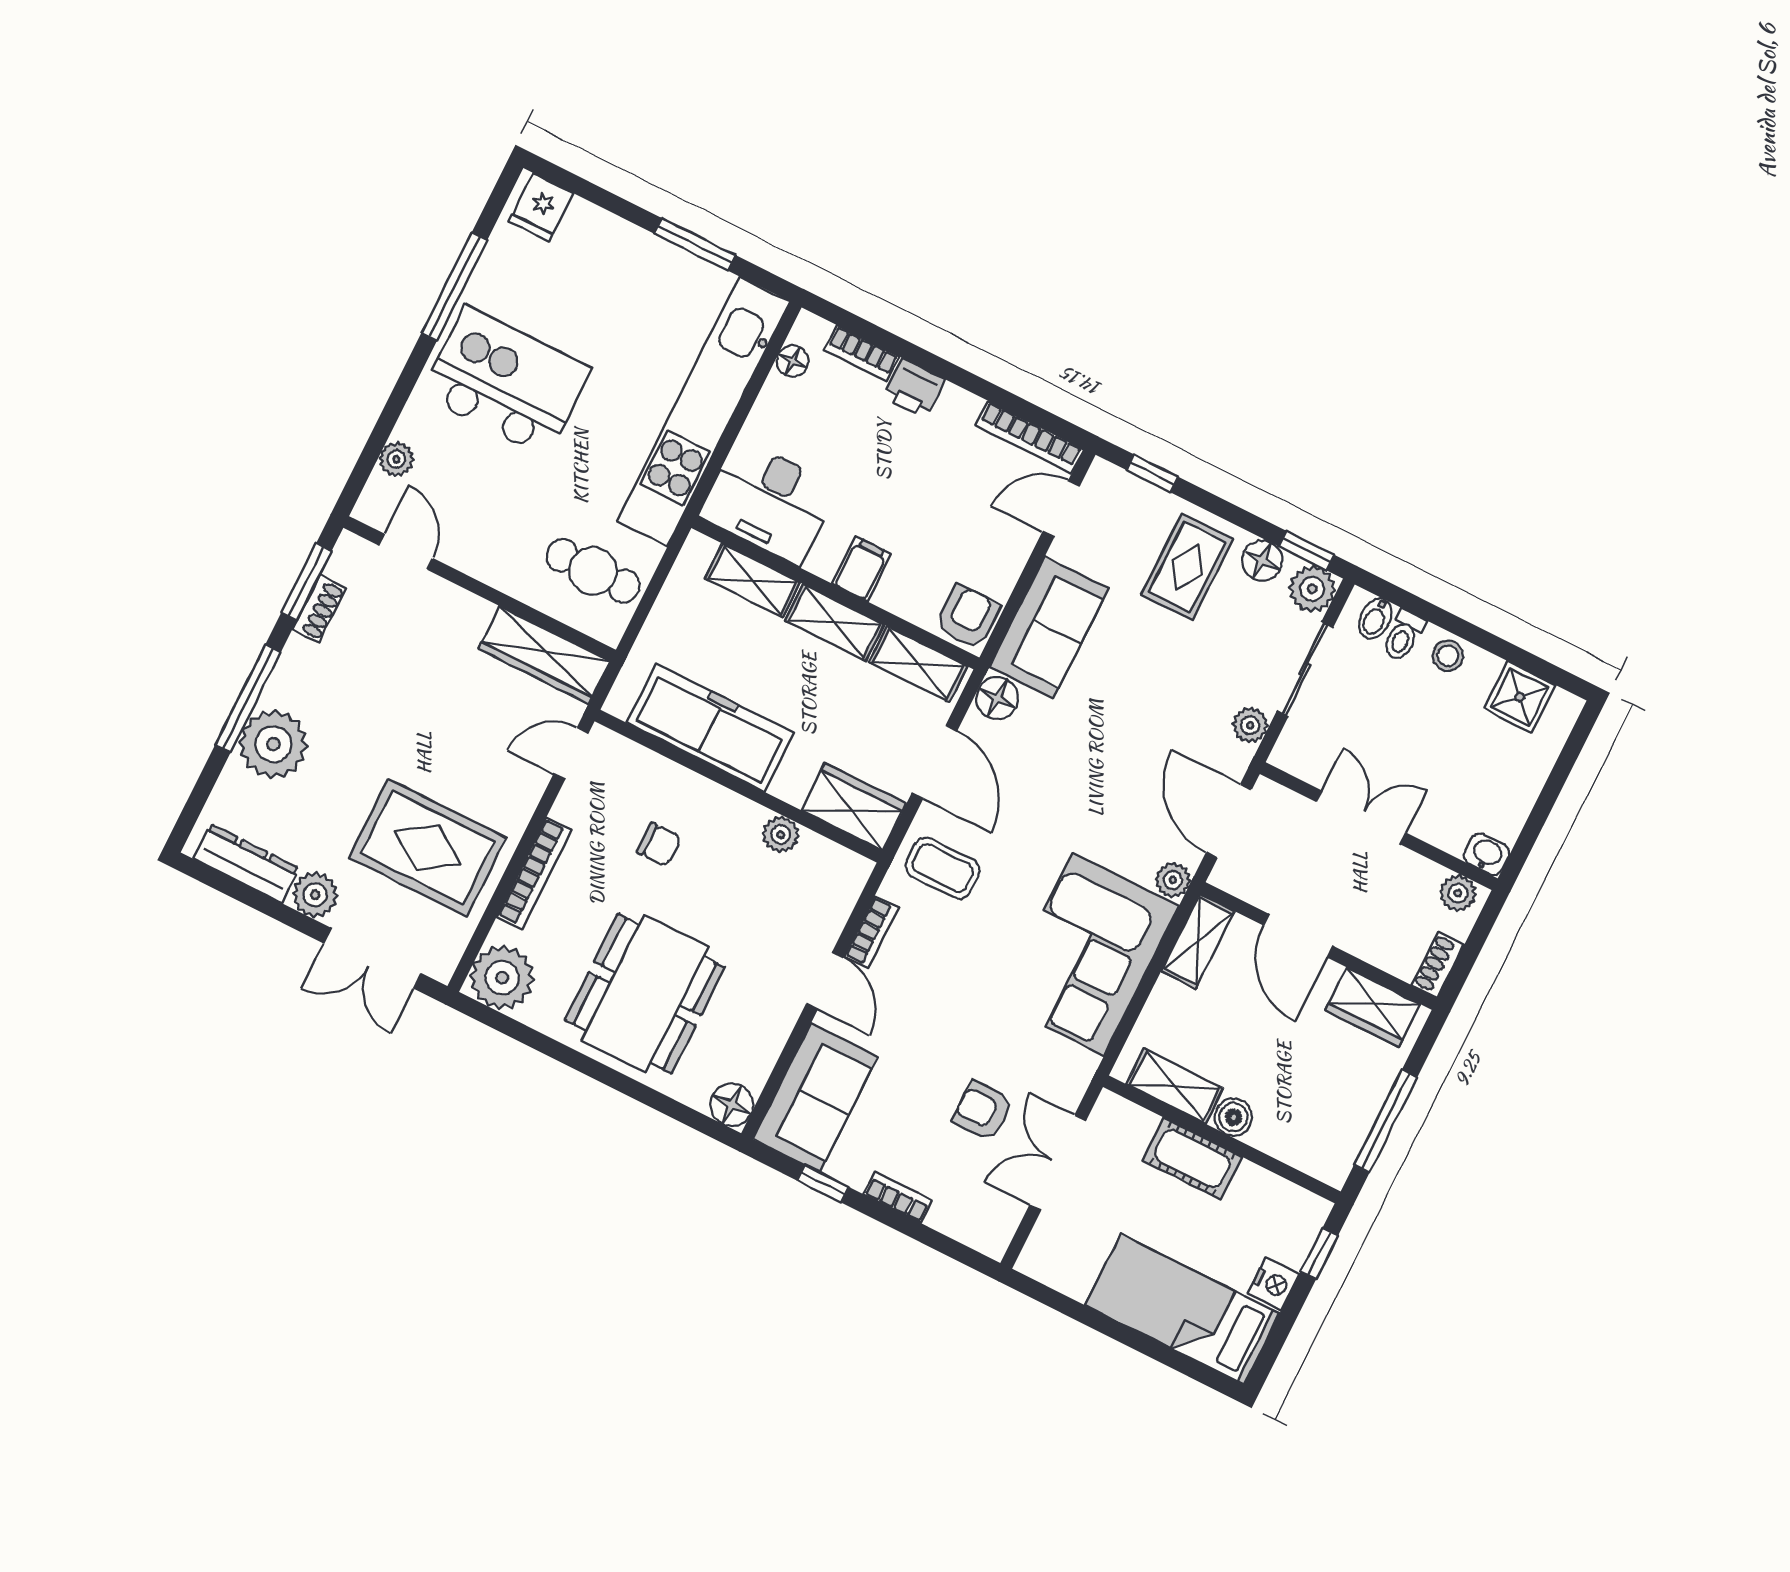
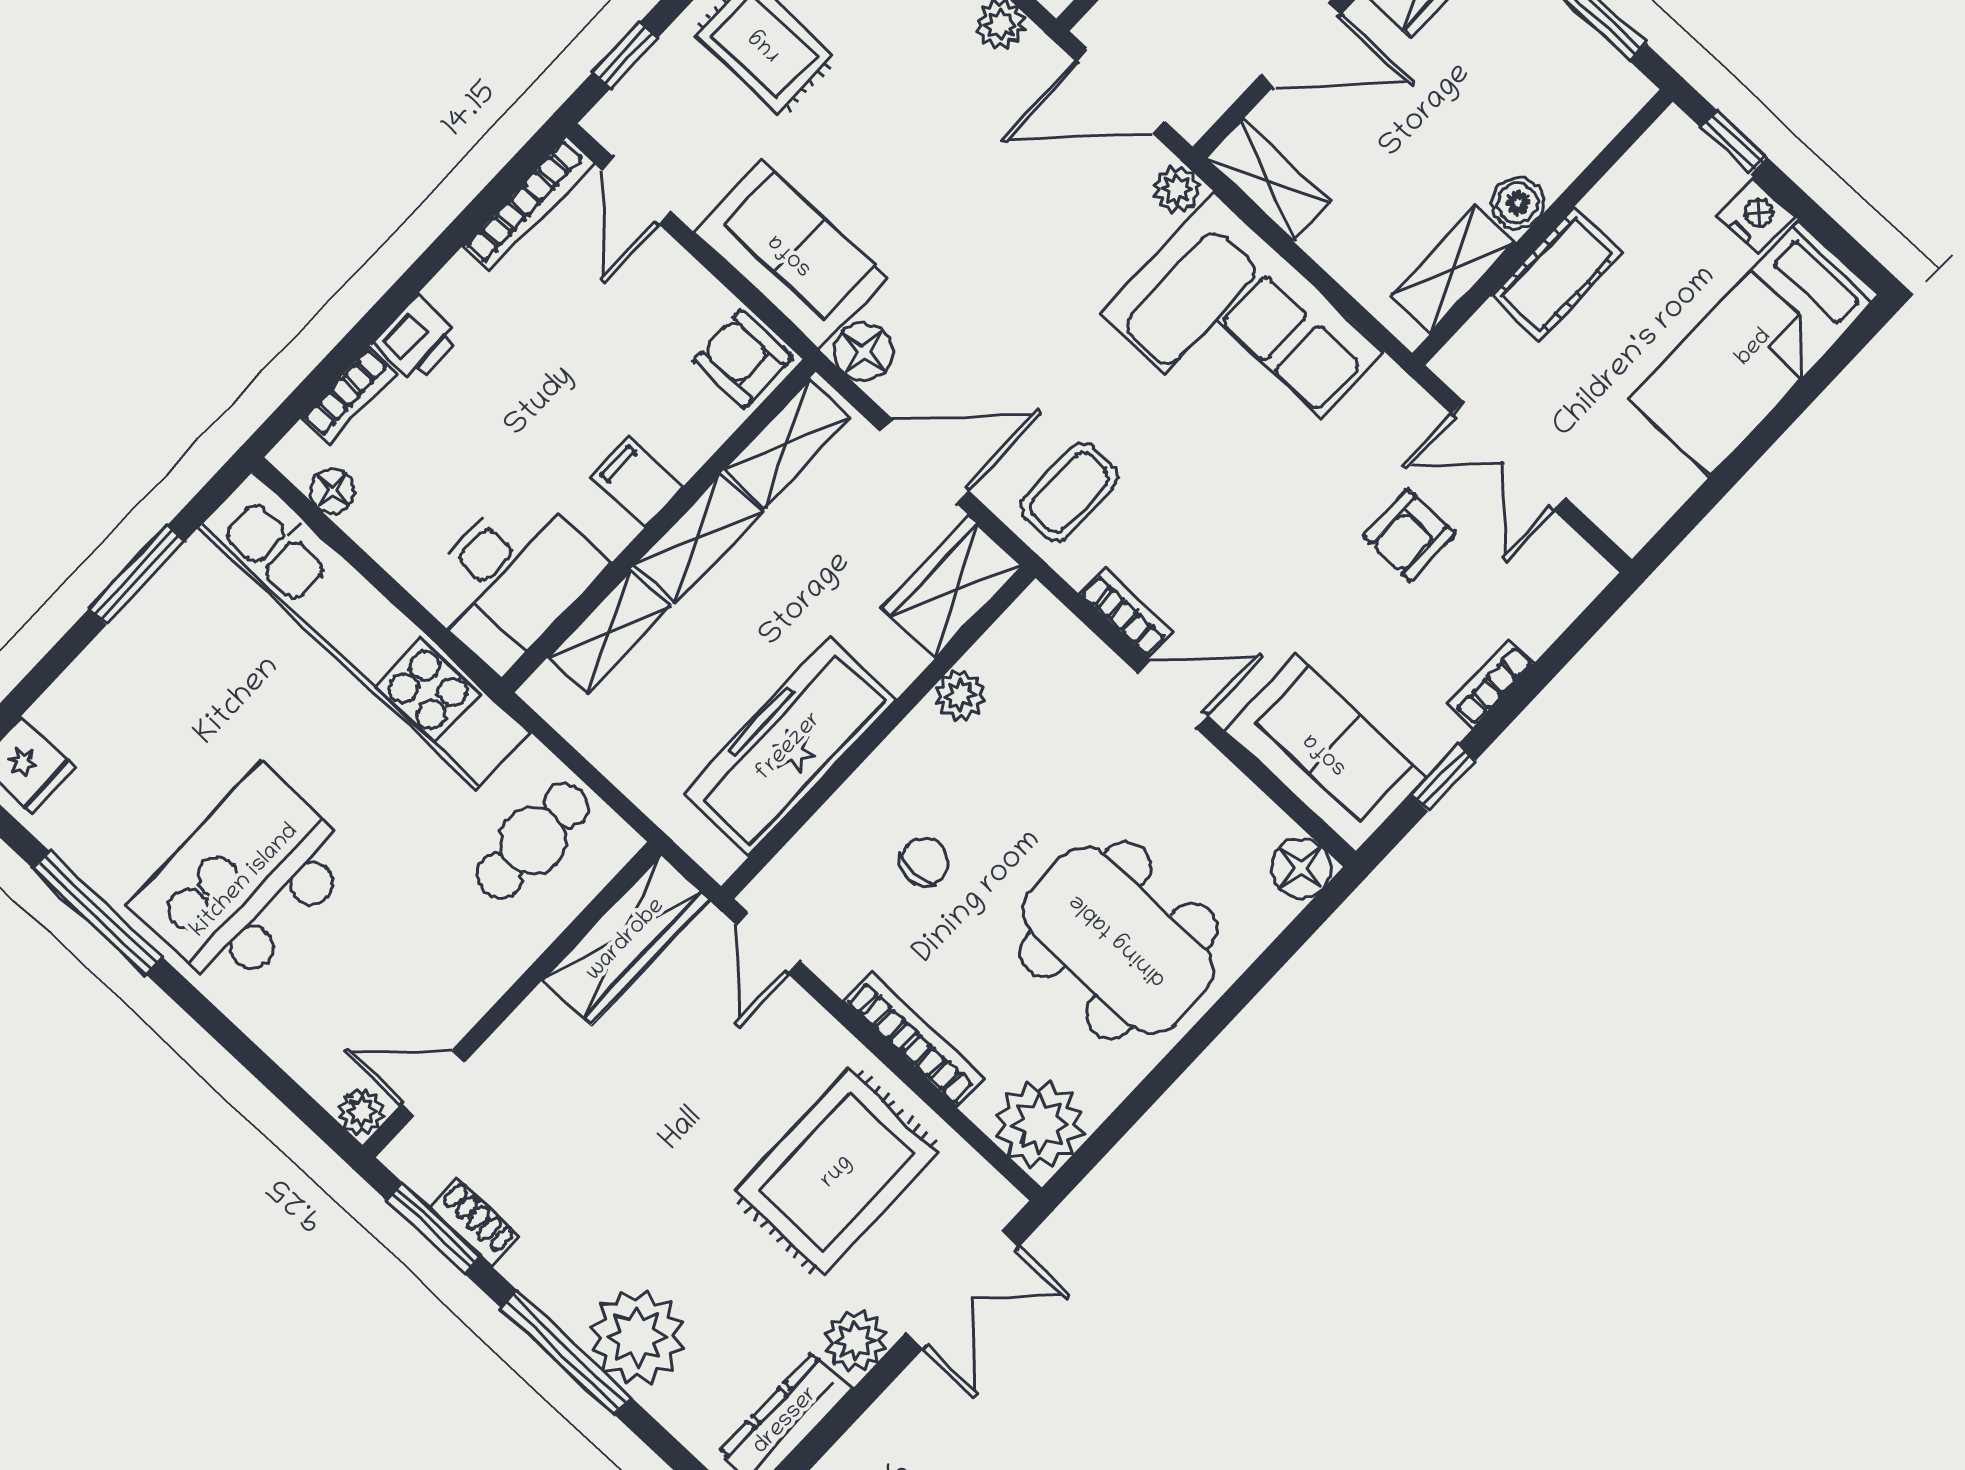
plant: (396, 459) -> (361, 1112), moved

